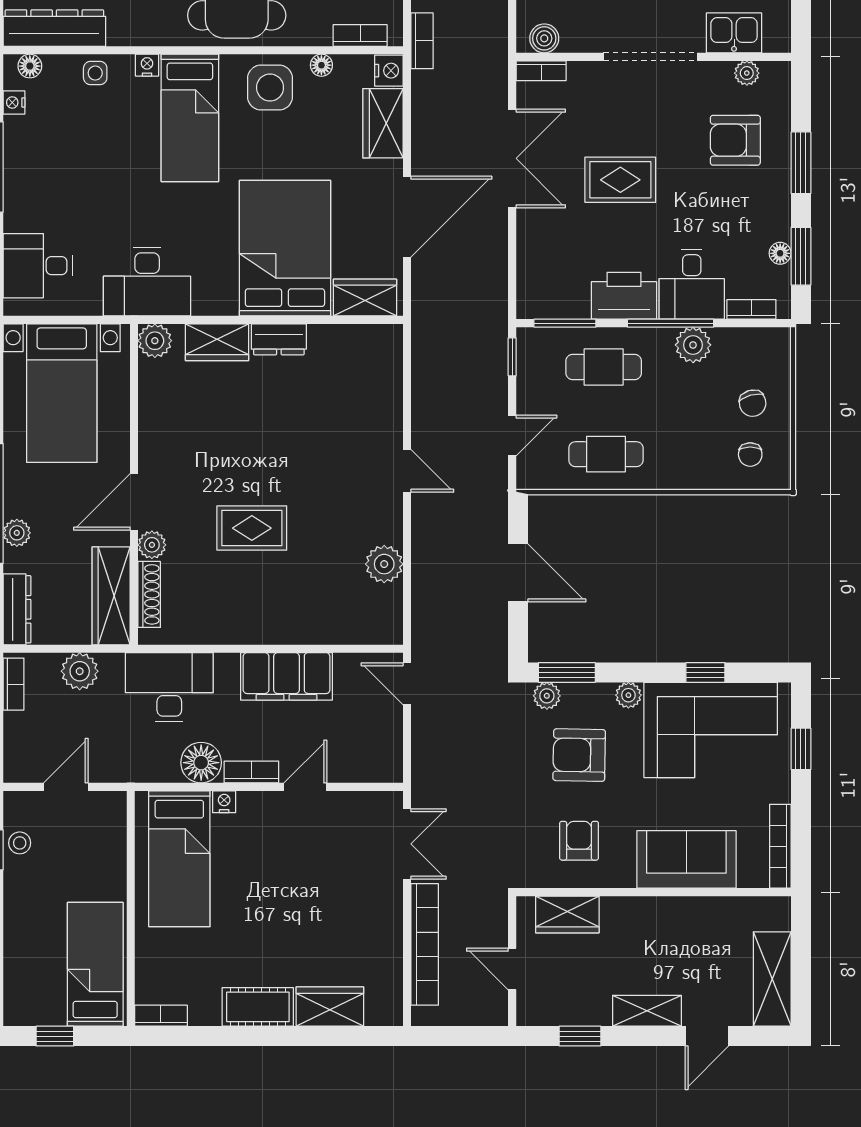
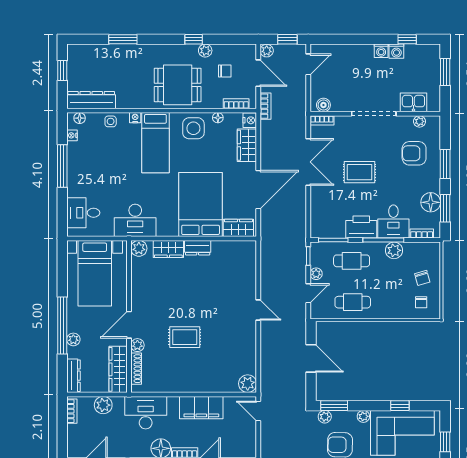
floor lamp: (780, 253) -> (431, 202), width x1.89, depth x1.89
plant: (529, 394) -> (316, 274), added
plant: (384, 564) -> (248, 384), moved

